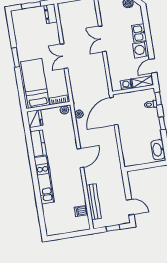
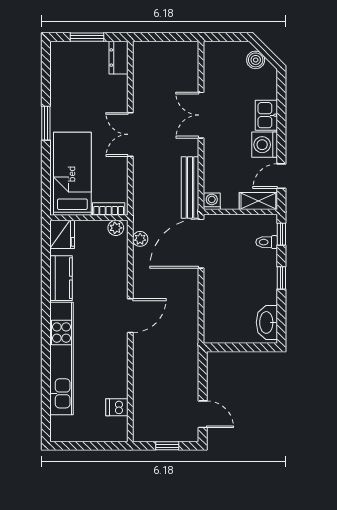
washing machine: (126, 85) -> (212, 201), moved
kitchen unit: (44, 180) -> (61, 358), width x1.36
bench: (94, 202) -> (190, 188), moved

